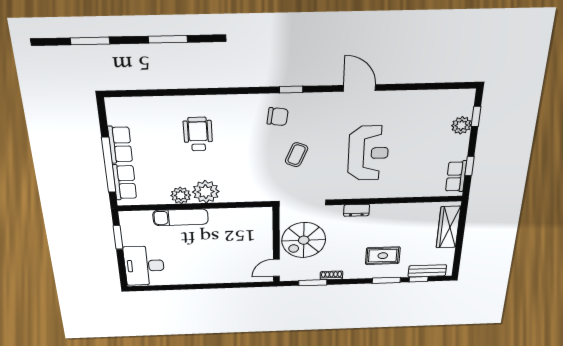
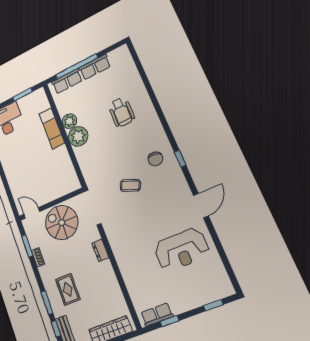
plant: (461, 125) -> (201, 297), removed
wheelchair: (198, 134) -> (121, 112), turned 90
reception desk: (368, 153) -> (181, 250), moved

